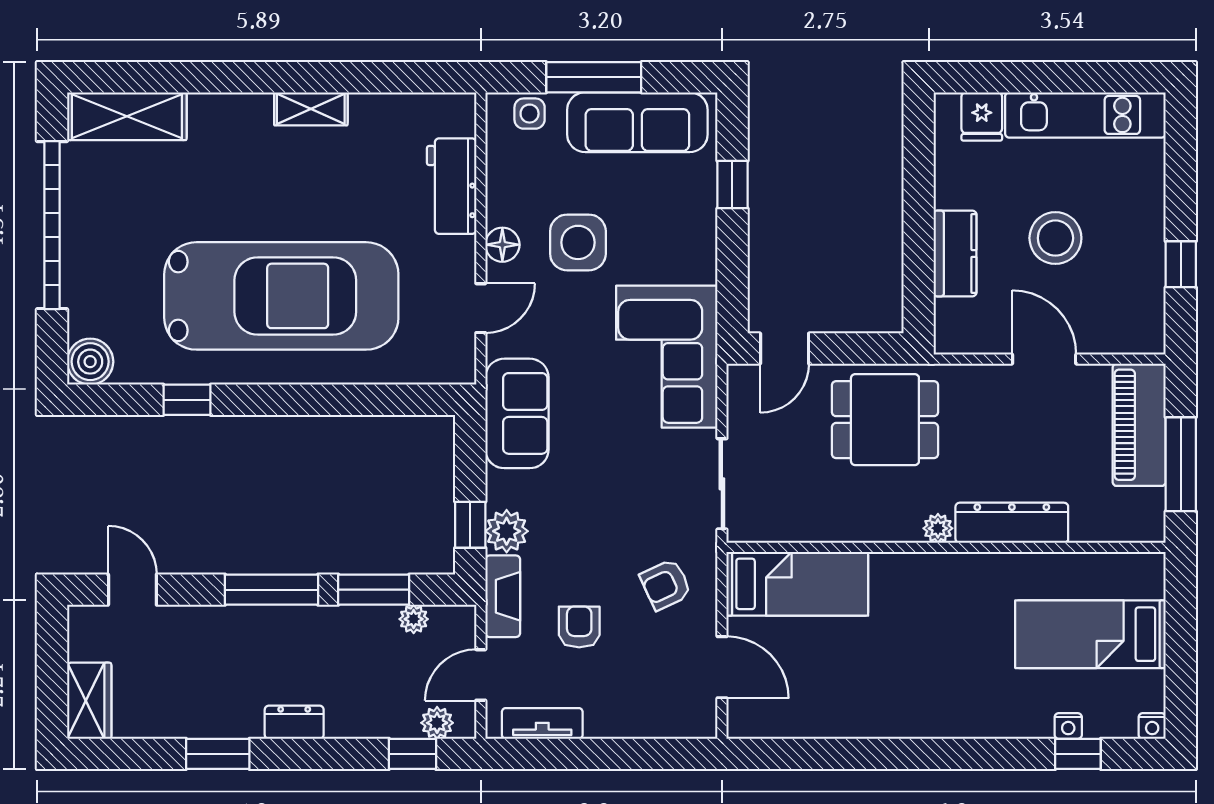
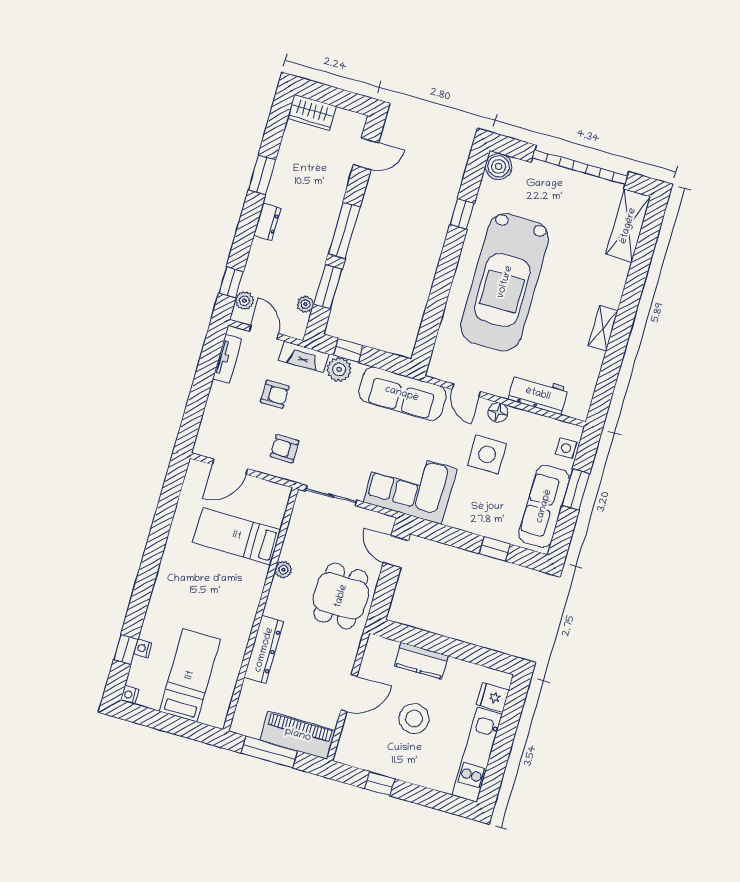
window: (594, 77) -> (576, 489), width x0.69
sofa: (517, 413) -> (402, 394), width x1.36
plant: (938, 528) -> (283, 570), moved
bed: (797, 584) -> (237, 536), moved, turned 90
armchair: (666, 585) -> (285, 449), turned -65

